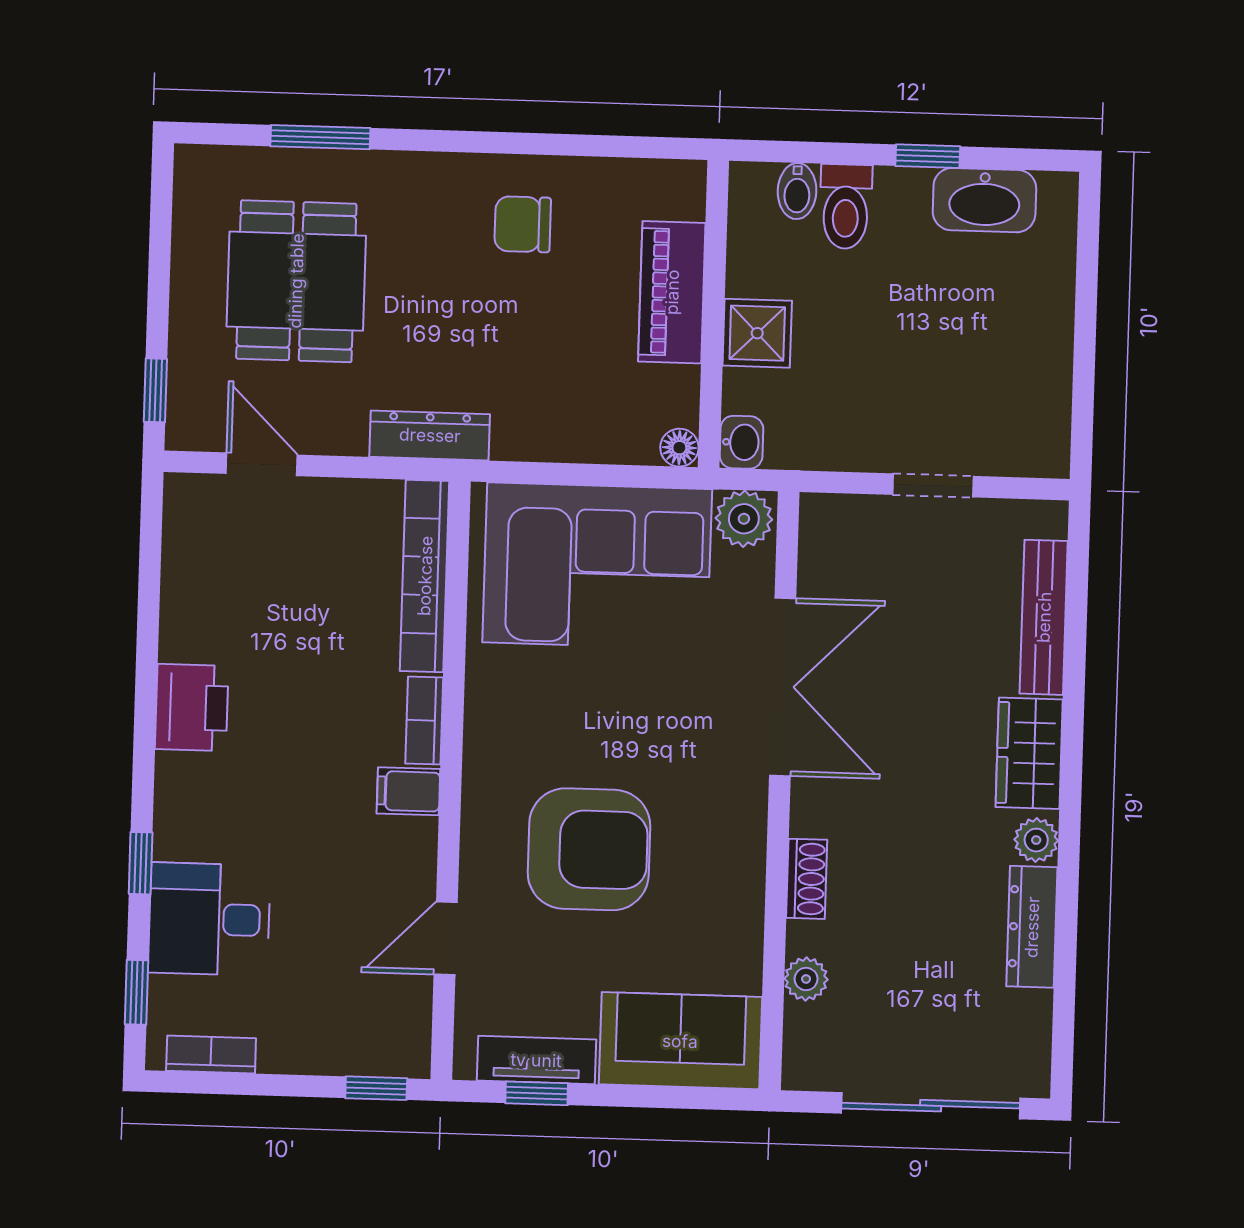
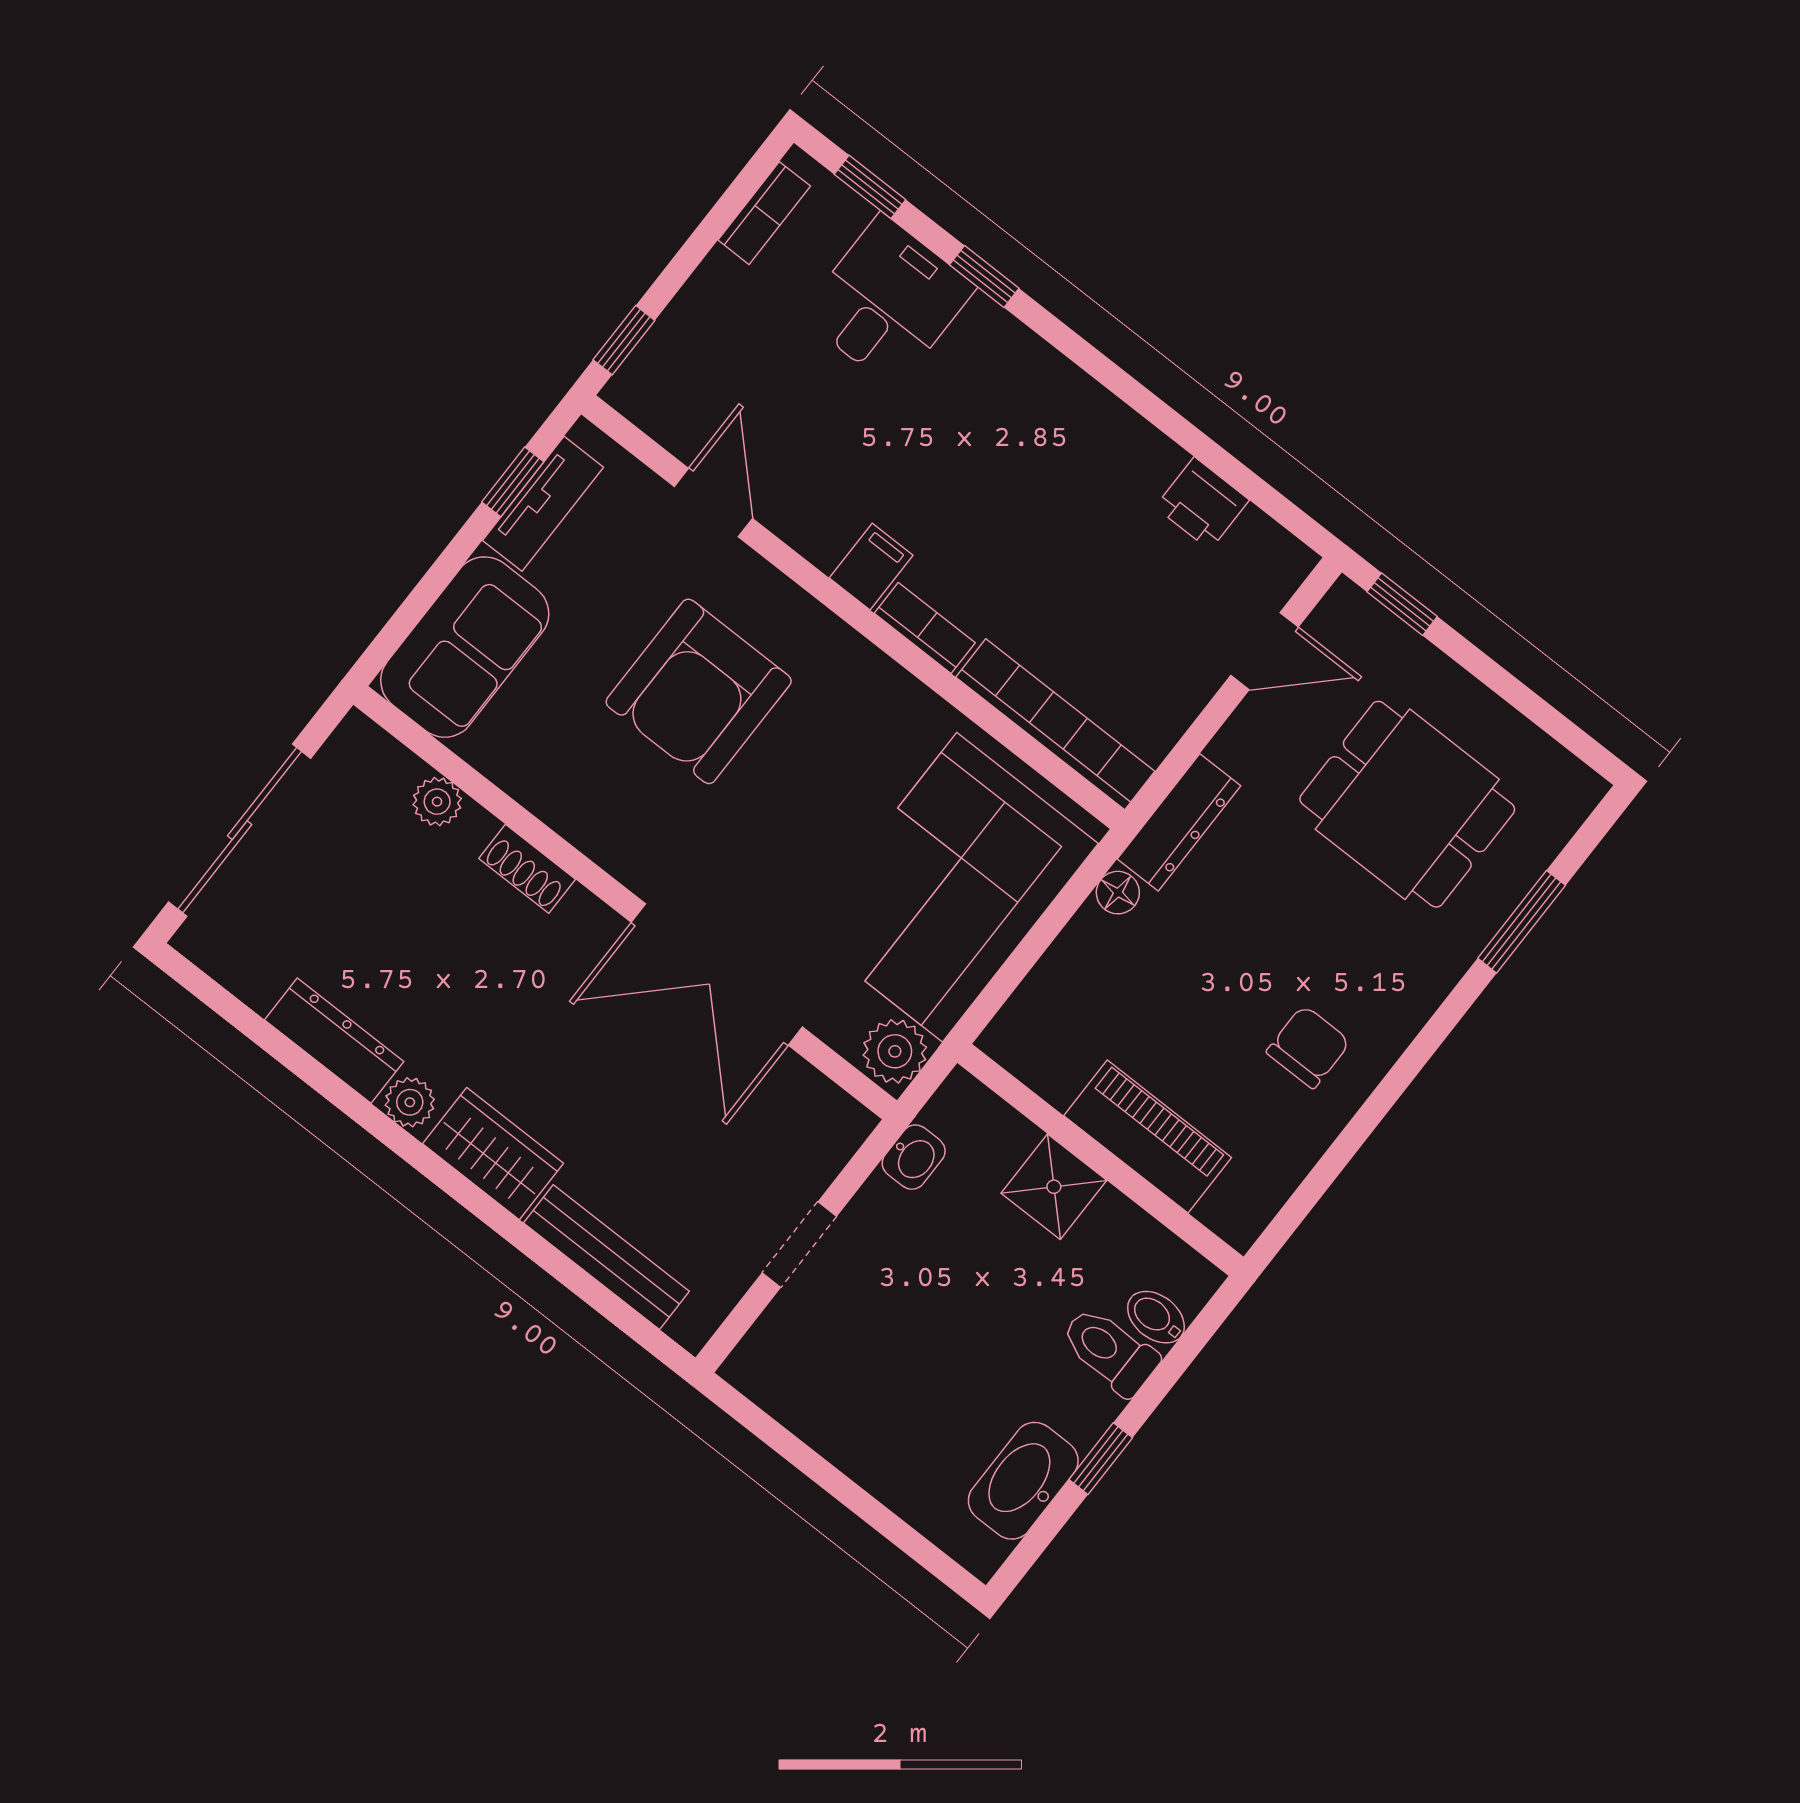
washbasin: (741, 442) -> (914, 1157), moved, turned -90
floor lamp: (679, 448) -> (1118, 893), moved
printer: (192, 707) -> (1202, 504), moved, width x0.73, depth x0.81

